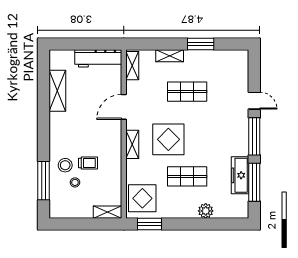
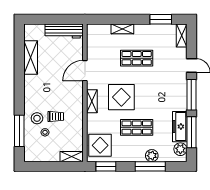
window: (201, 44) -> (161, 19), moved
shelving: (132, 66) -> (182, 35), moved
plant: (241, 203) -> (180, 149), added
window: (204, 224) -> (150, 166), added

